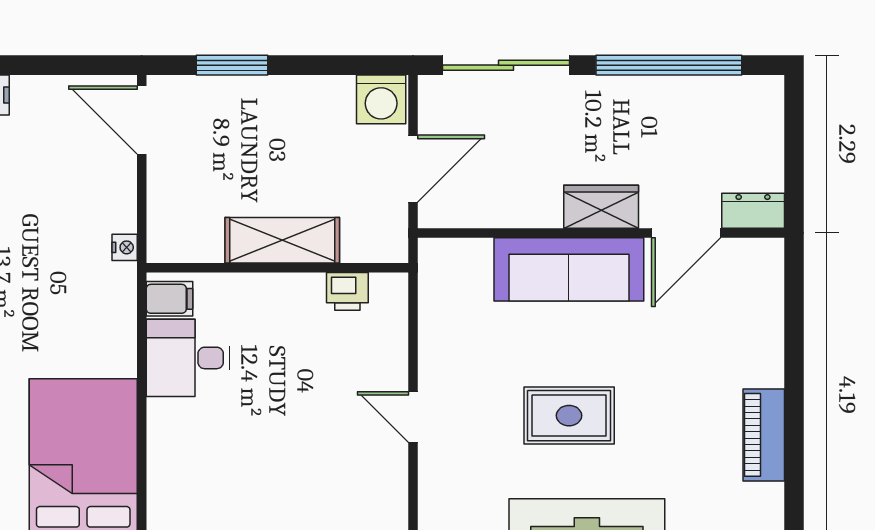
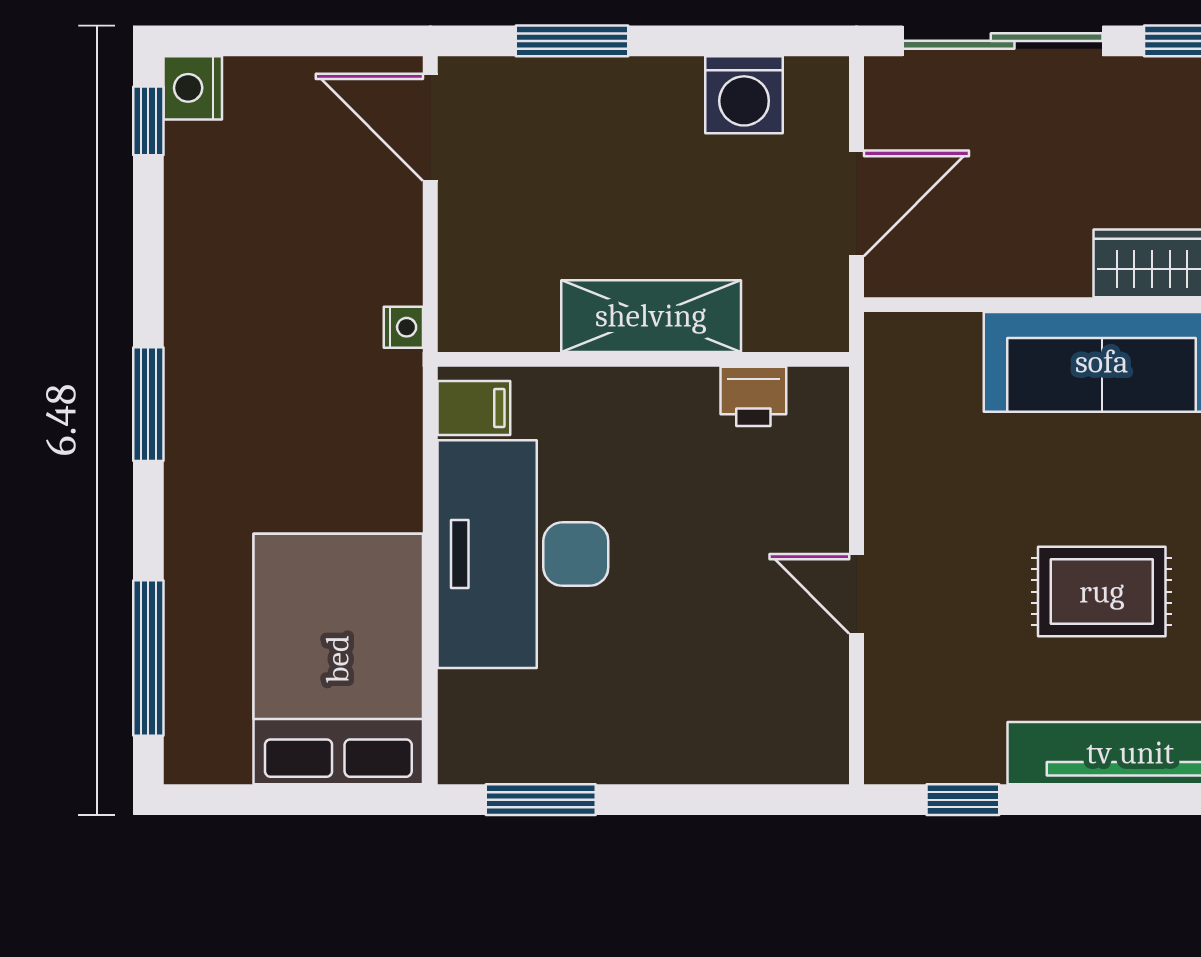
washing machine: (381, 99) -> (744, 95), moved
desk: (188, 358) -> (523, 554), width x1.87, depth x1.30

